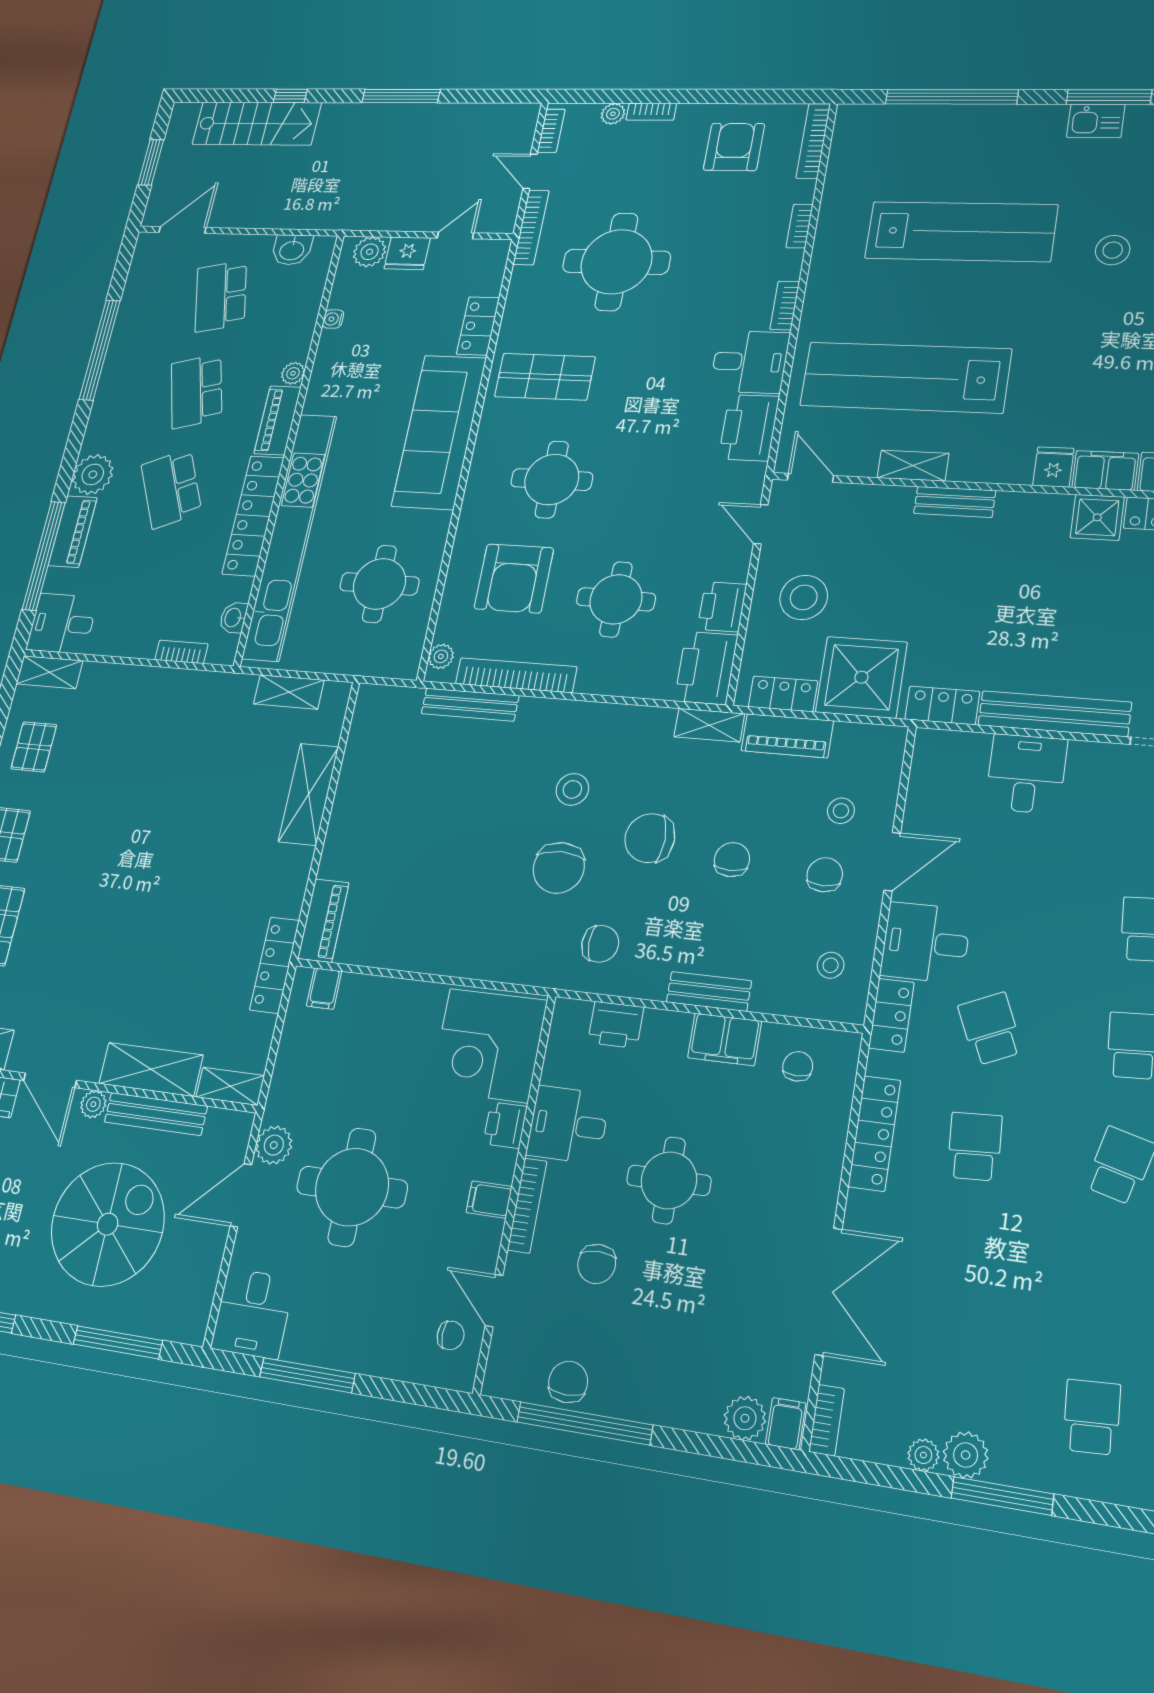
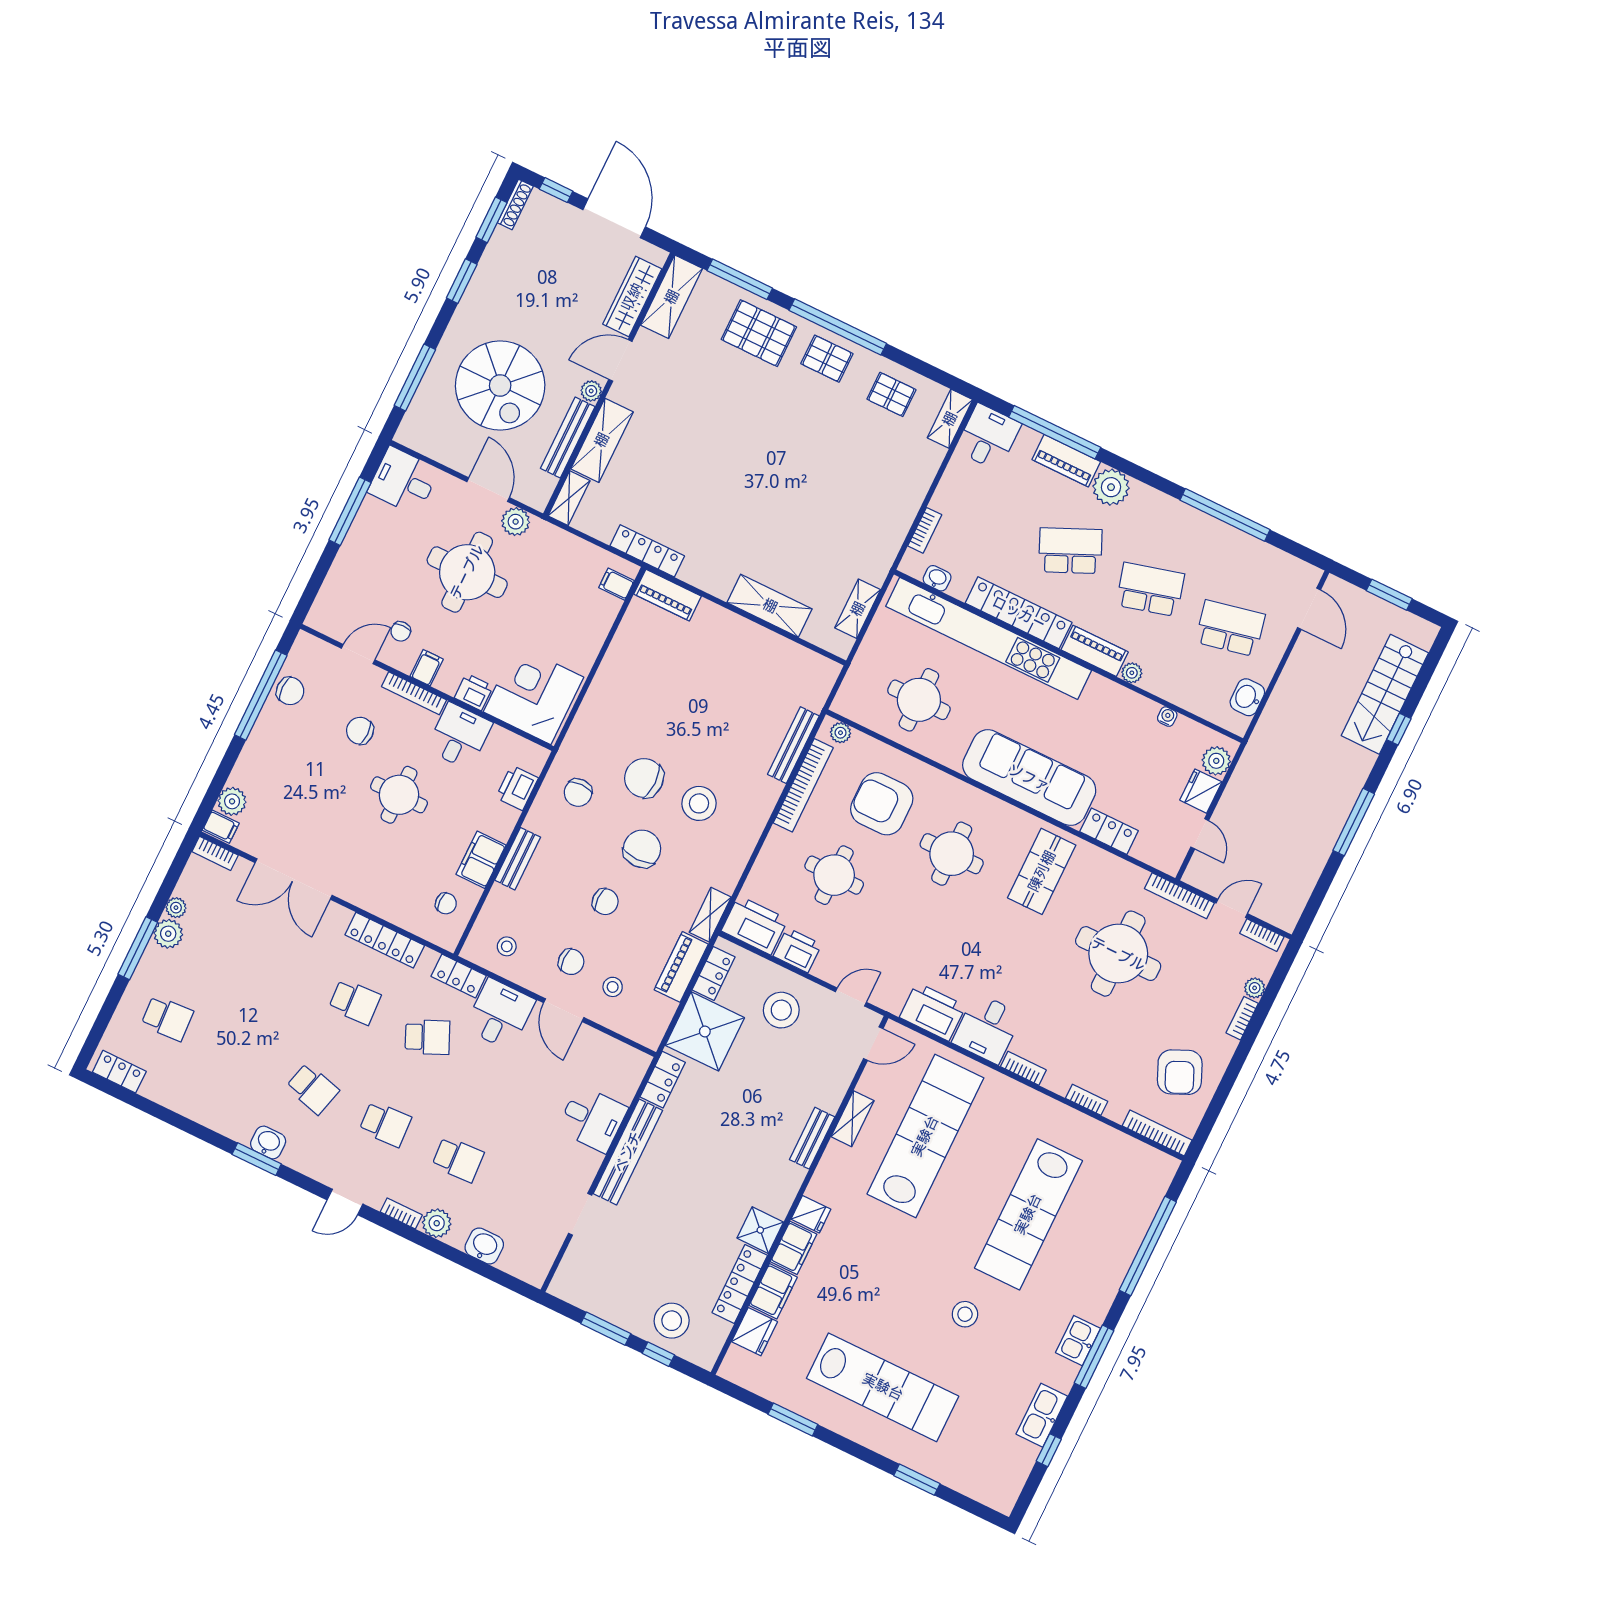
armchair: (734, 147) -> (1180, 1072), turned 66
stool: (572, 789) -> (699, 803), width x1.38, depth x1.38
chair: (451, 1335) -> (401, 631), moved

